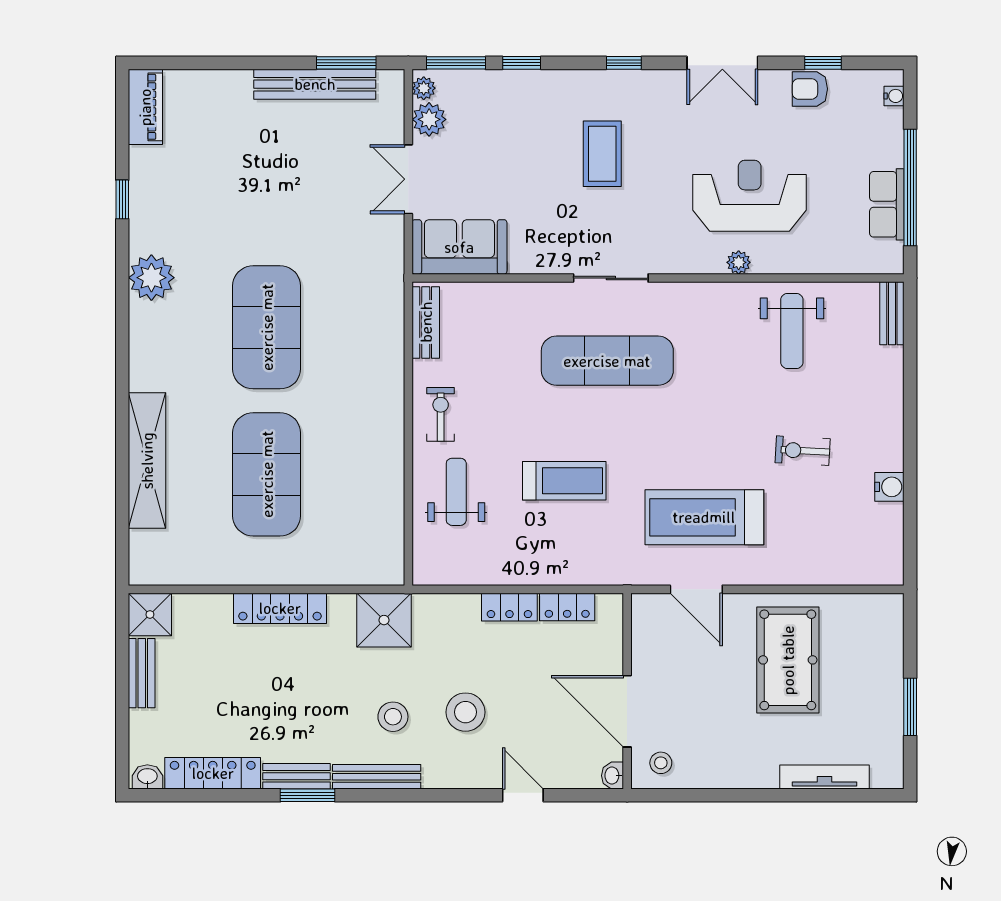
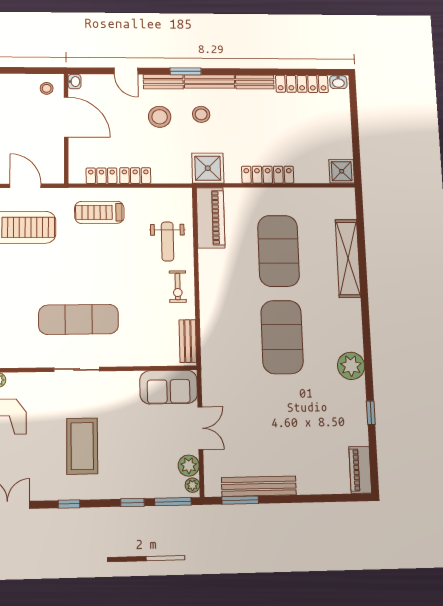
coffee table: (602, 154) -> (82, 446), width x1.36, depth x1.32
treadmill: (564, 481) -> (99, 212), moved
piano: (382, 533) -> (211, 218), added
bench: (142, 673) -> (163, 82), moved, turned 90
window: (308, 795) -> (186, 71), moved

